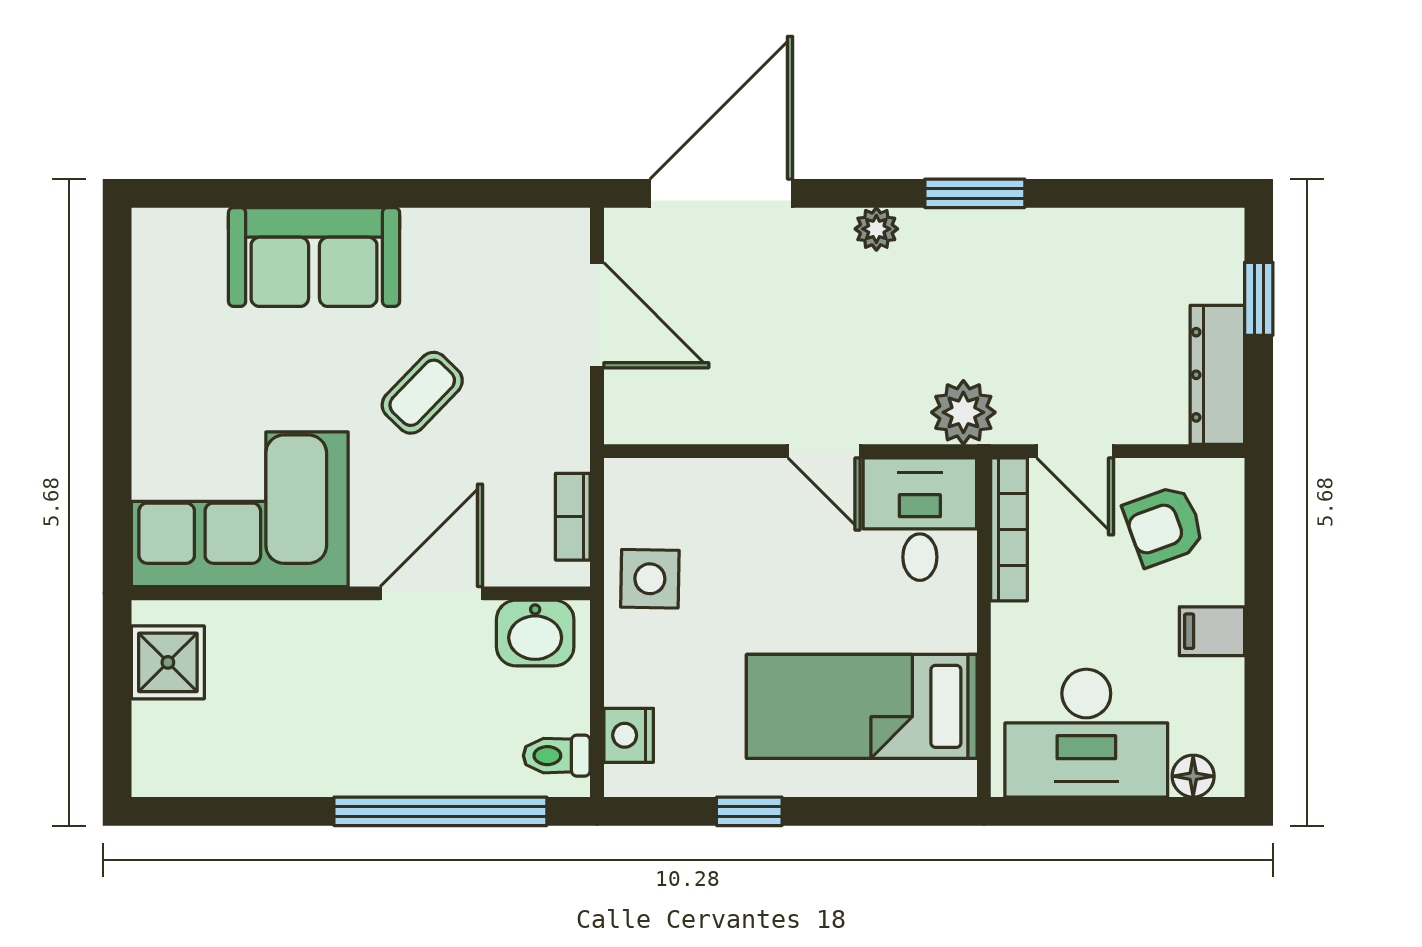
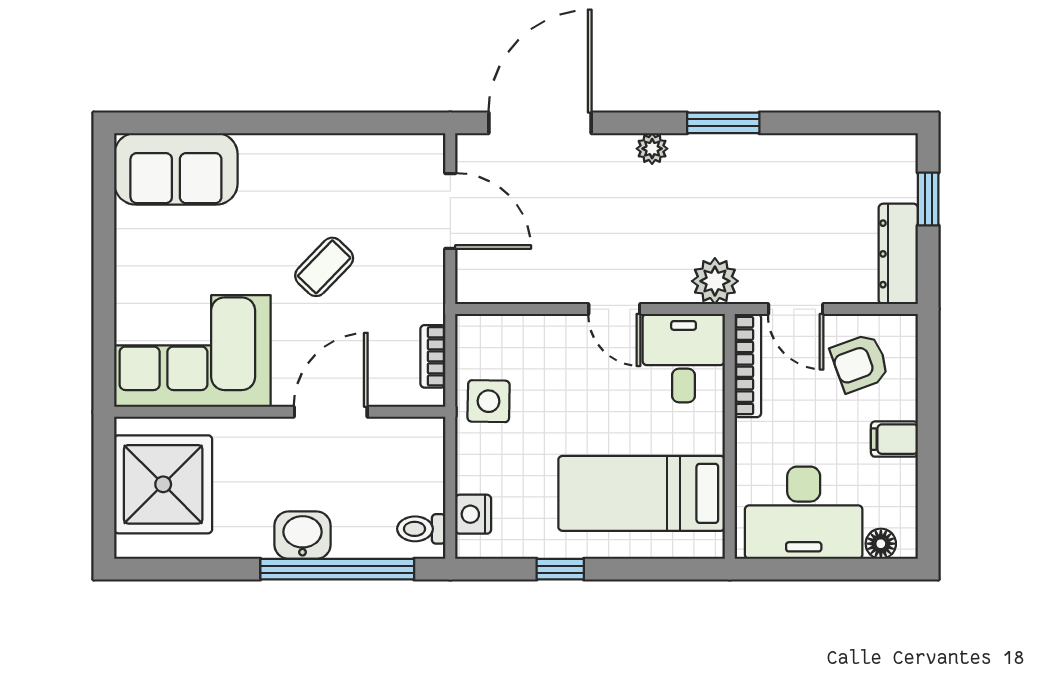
sofa: (314, 257) -> (176, 169), moved
washbasin: (535, 633) -> (303, 535), moved, turned 180
shower: (168, 662) -> (163, 484), width x1.86, depth x1.86

